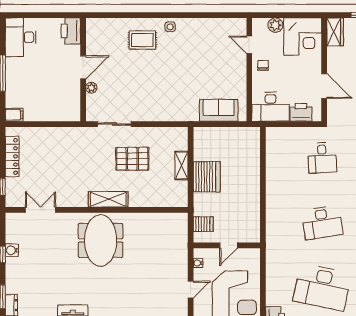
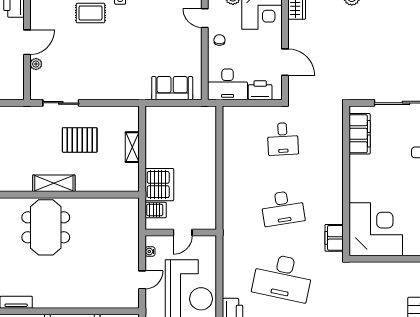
server rack: (207, 177) -> (159, 185), moved

